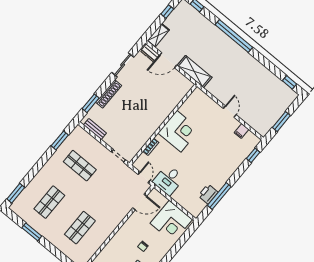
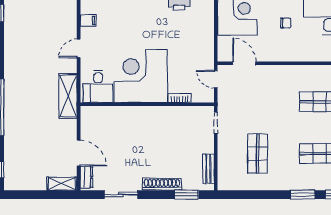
window: (167, 12) -> (31, 195), removed
shelving: (194, 72) -> (68, 96), moved
corner desk: (179, 131) -> (141, 76), width x1.36, depth x1.36
window: (60, 140) -> (303, 195), moved
door: (144, 177) -> (216, 79), hinge flipped
desk: (168, 180) -> (98, 87), moved, turned 90

